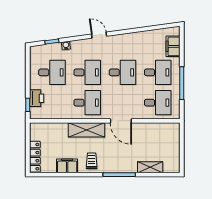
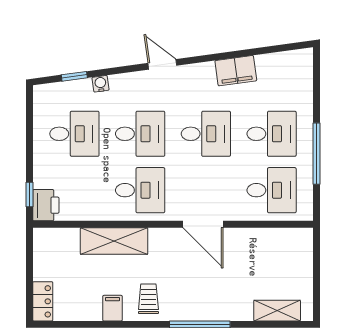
filing cabinet: (173, 46) -> (236, 71), moved, turned -98
printer: (37, 98) -> (46, 205), moved
shelving: (86, 130) -> (114, 241), moved
locker: (35, 157) -> (43, 301), width x0.66
filing cabinet: (67, 166) -> (112, 308), width x0.50
shelving: (150, 167) -> (277, 311), moved

